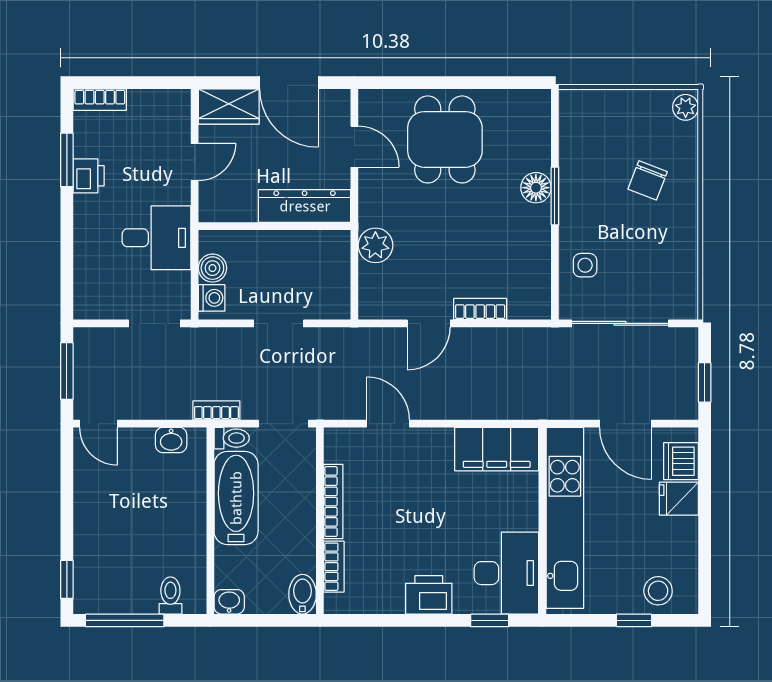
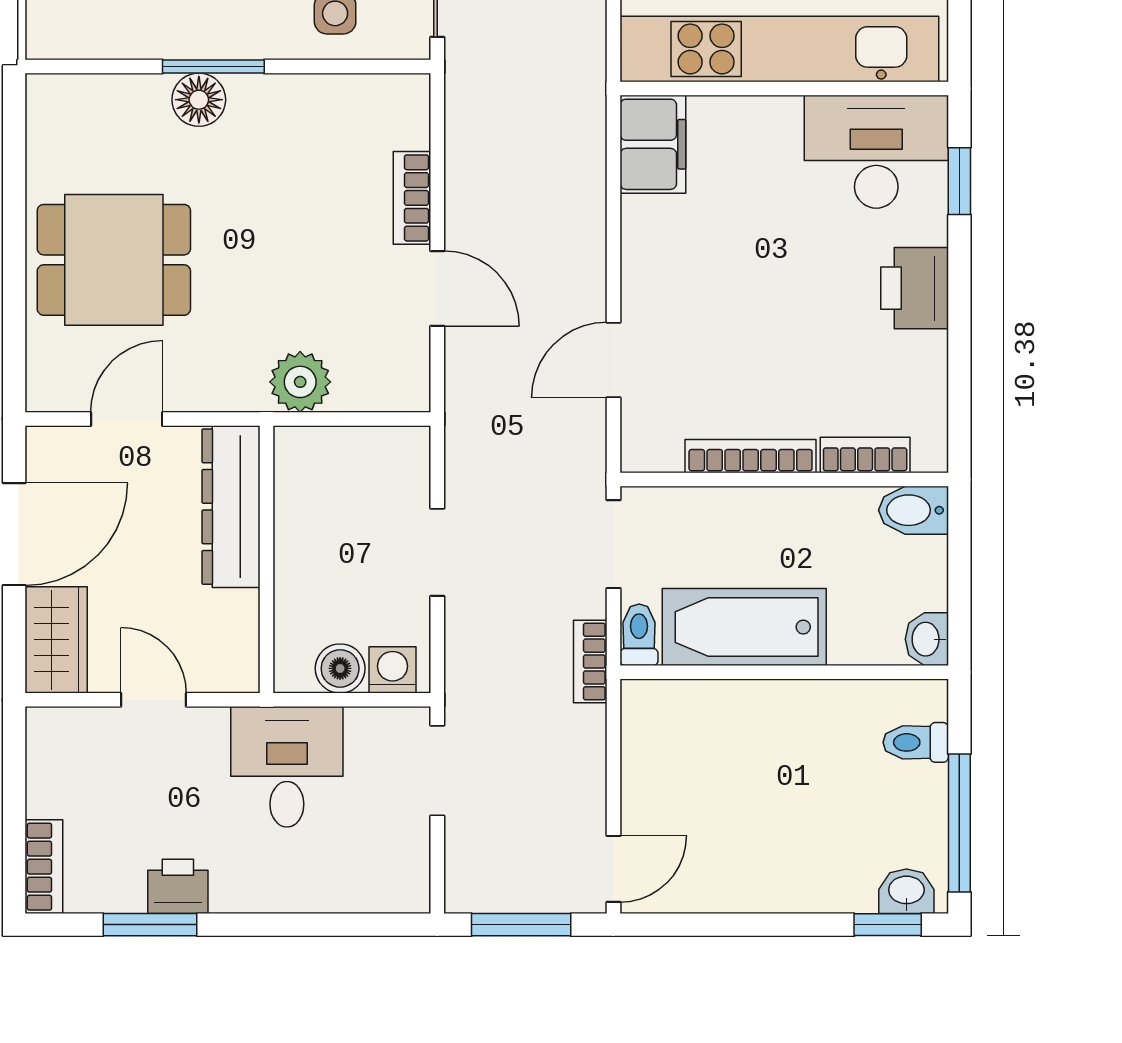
washbasin: (171, 440) -> (906, 891), moved, turned -90
filing cabinet: (497, 449) -> (653, 144), width x0.67, depth x0.86

